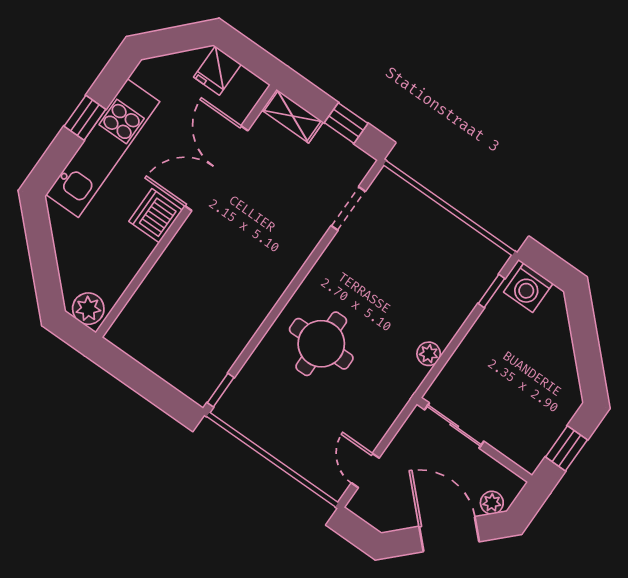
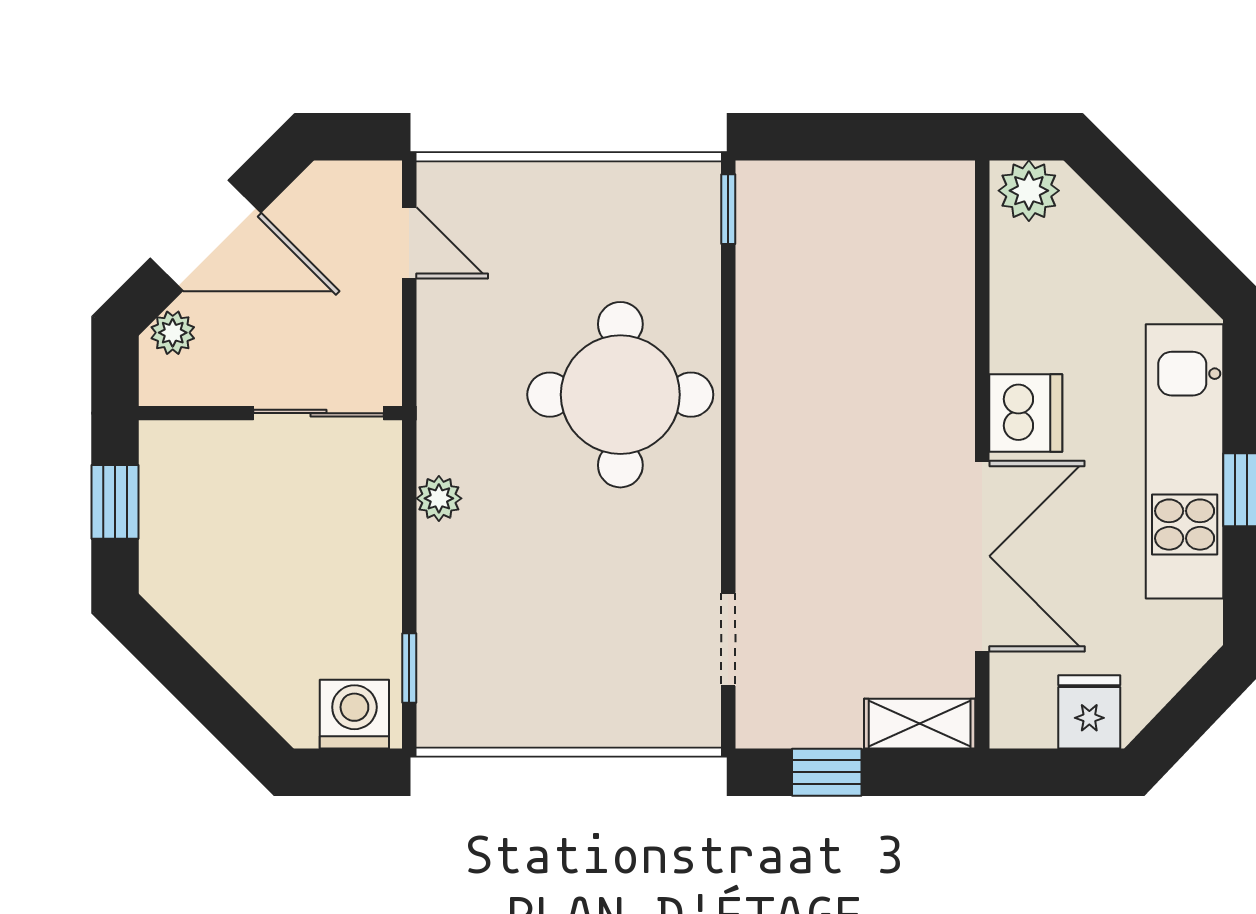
round table: (321, 344) -> (620, 395), width x1.36, depth x1.36

